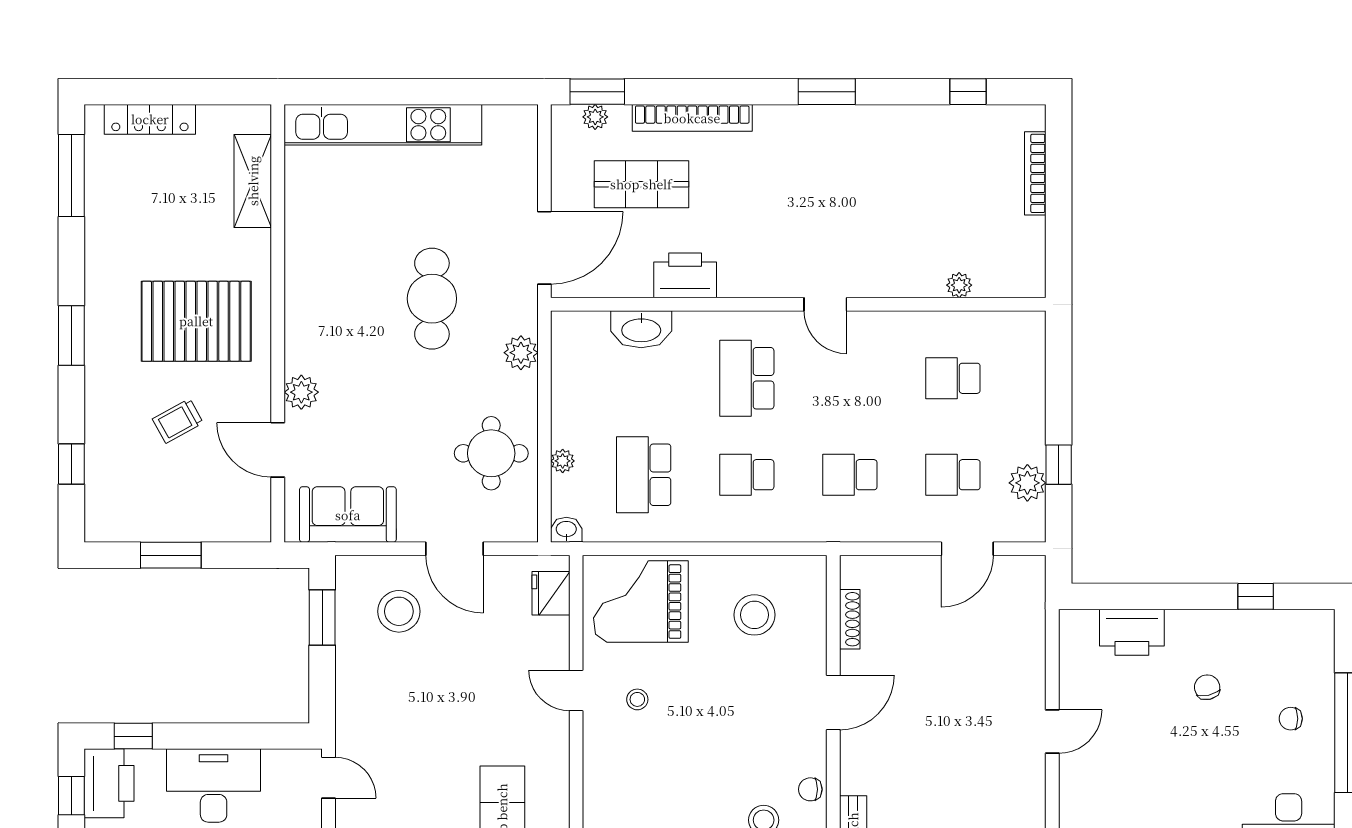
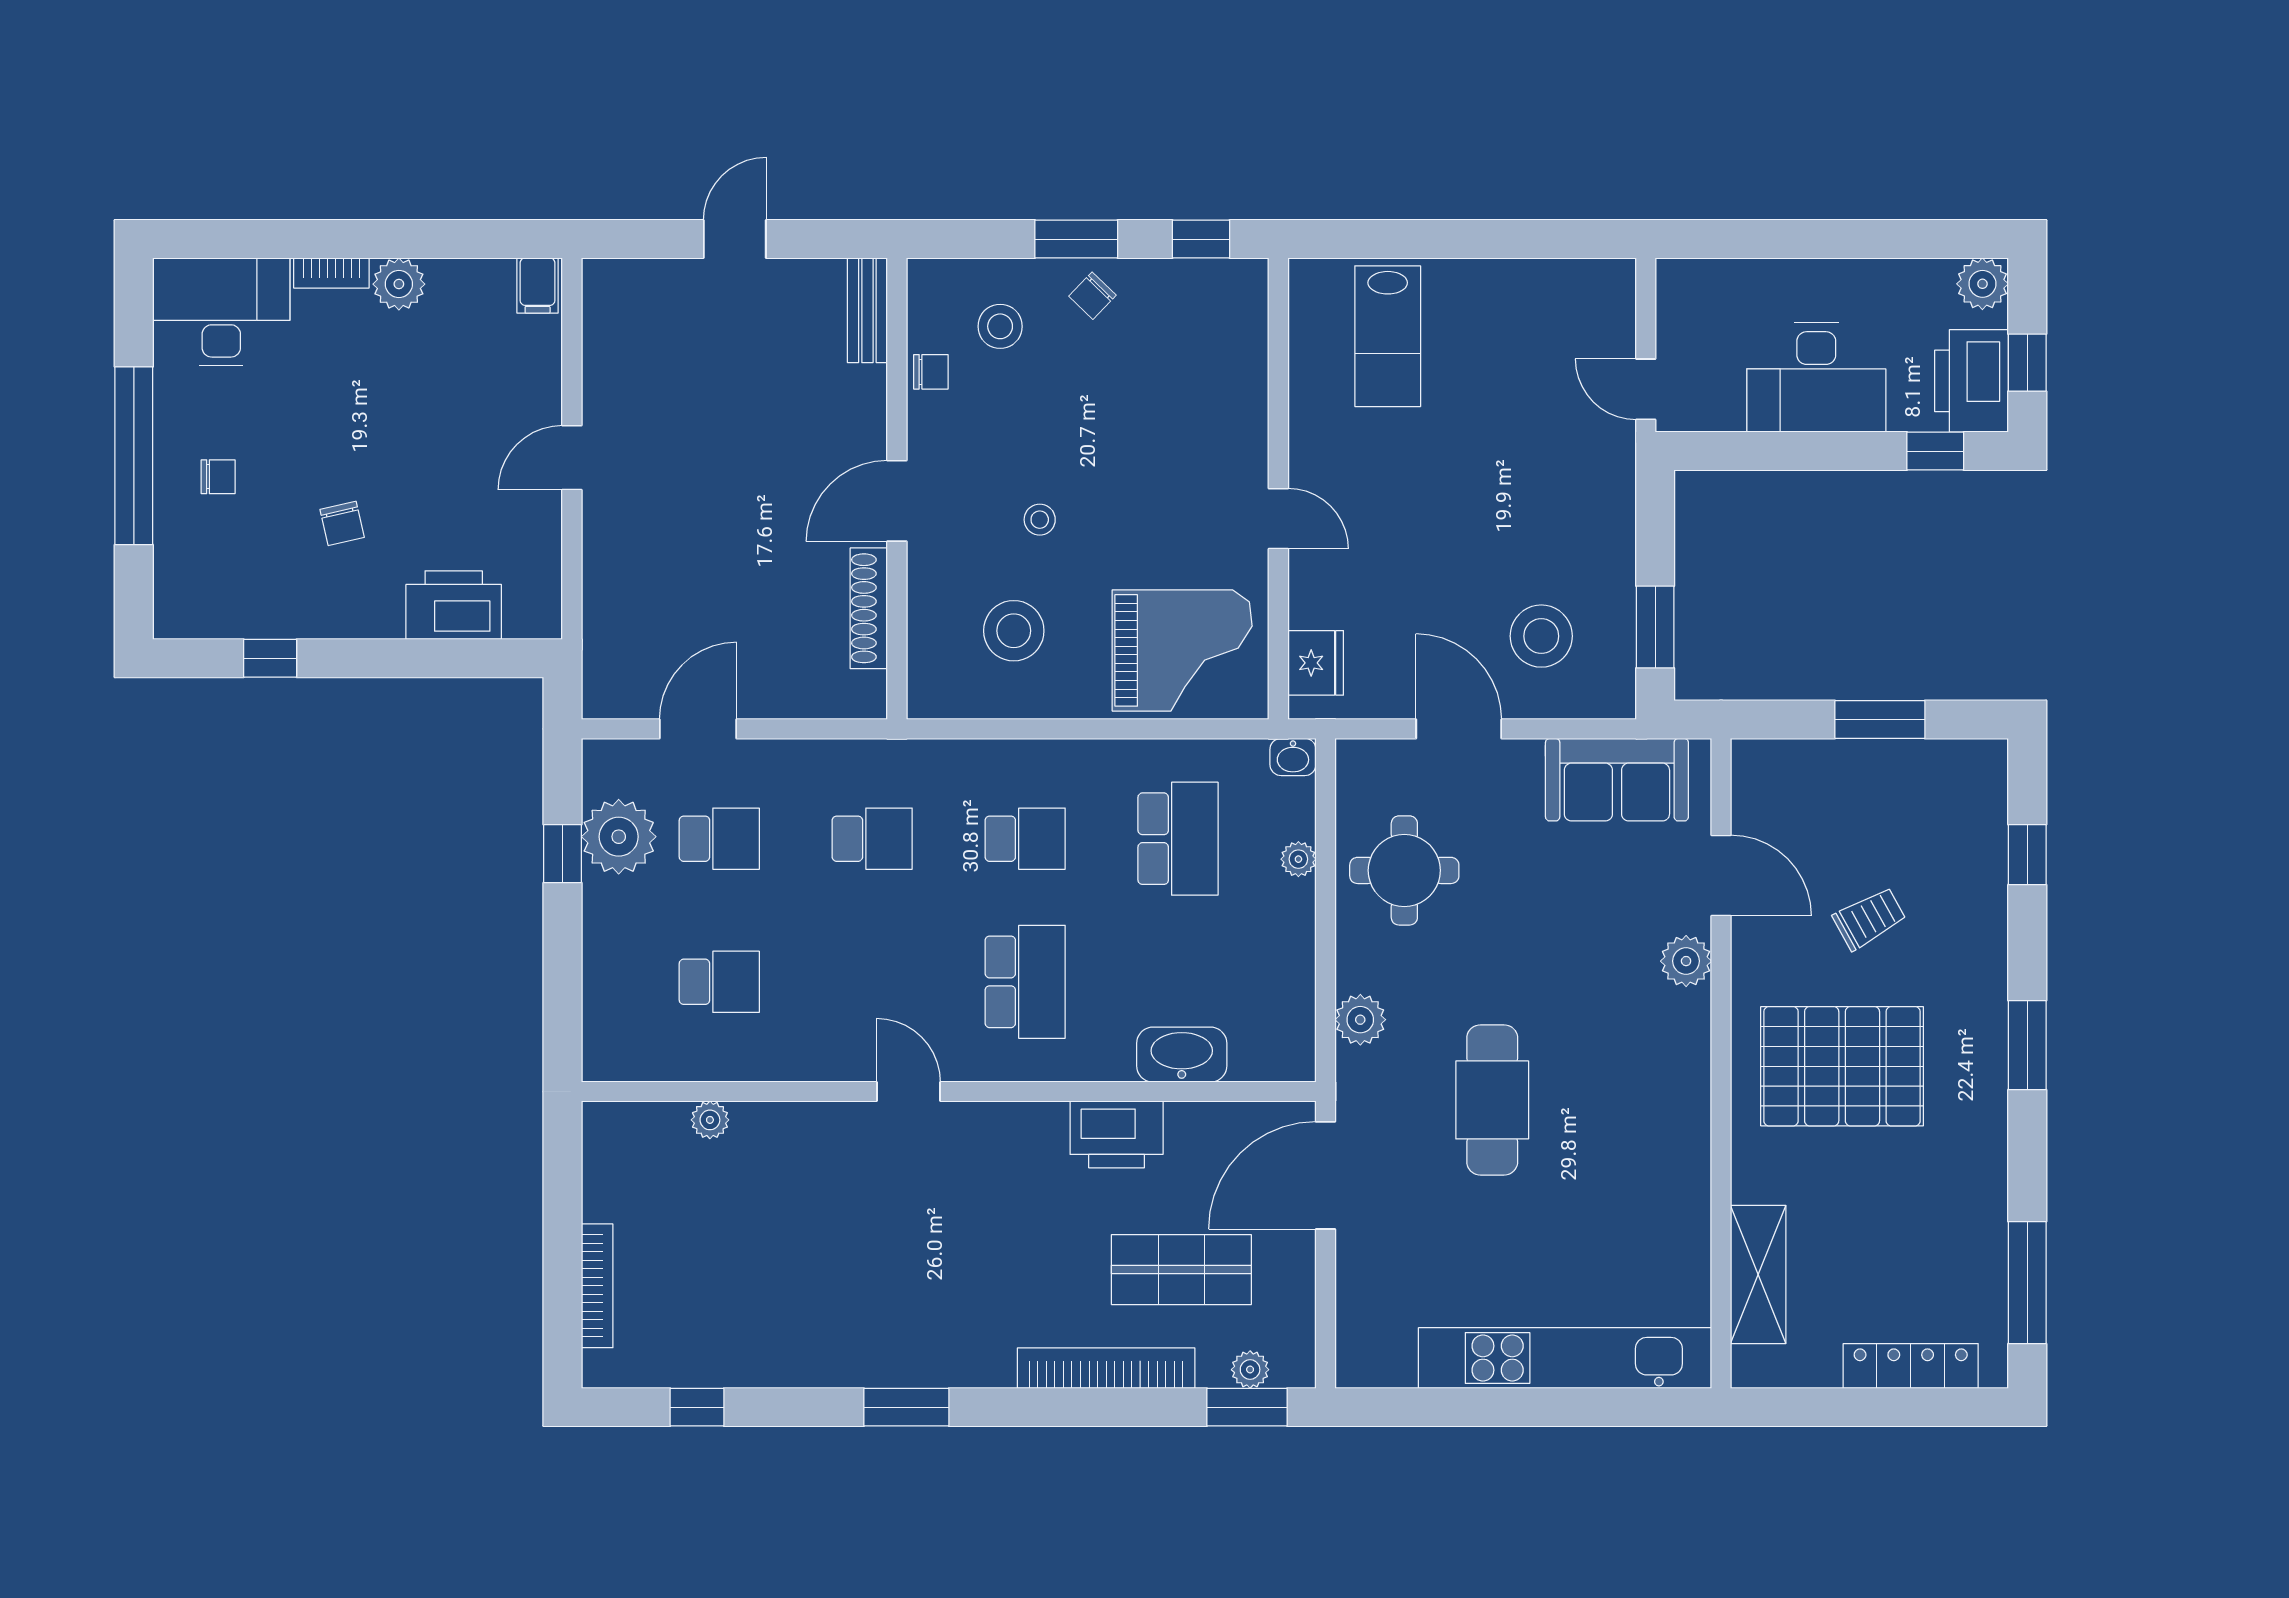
plant: (1027, 483) -> (619, 837), width x1.36, depth x1.36
shoe rack: (850, 619) -> (869, 608), width x1.36, depth x1.24
stool: (637, 699) -> (1040, 520), moved

